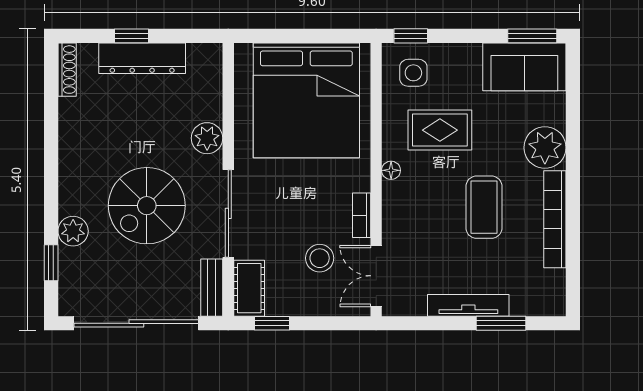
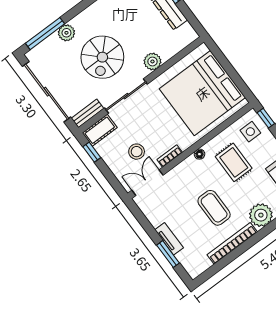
spiral stairs: (147, 206) -> (102, 57), turned -90
coffee table: (484, 207) -> (214, 208), turned 90
window: (51, 263) -> (45, 34), width x2.17
tv unit: (468, 305) -> (169, 239), width x0.71

